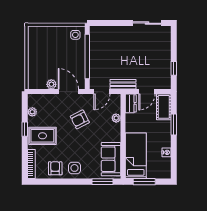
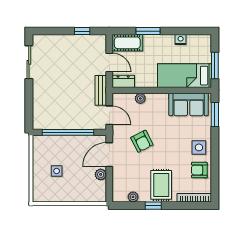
side table: (75, 35) -> (57, 171), moved

